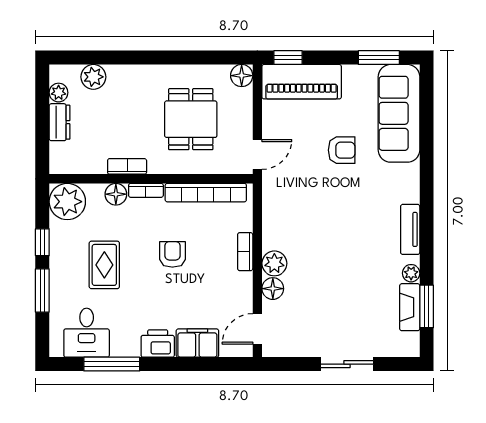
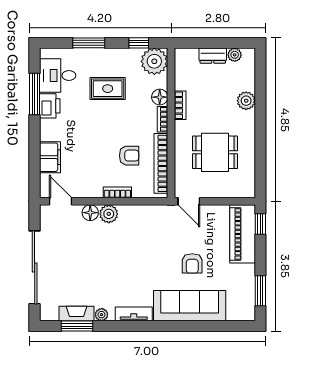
floor lamp: (242, 76) -> (247, 190), removed
plant: (93, 77) -> (246, 101), moved
sofa: (399, 113) -> (190, 306), moved
window: (42, 242) -> (139, 43), moved
armchair: (172, 254) -> (129, 156), moved
printer: (158, 344) -> (50, 106), moved
sliding door: (347, 364) -> (35, 267), width x1.86

